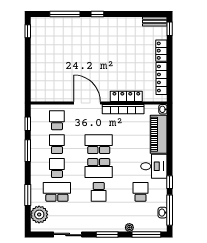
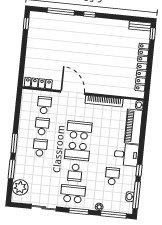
locker: (126, 96) -> (38, 83), moved
window: (28, 124) -> (18, 106), removed
window: (28, 151) -> (14, 143), moved
school desk: (57, 192) -> (73, 194), moved

